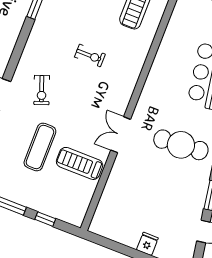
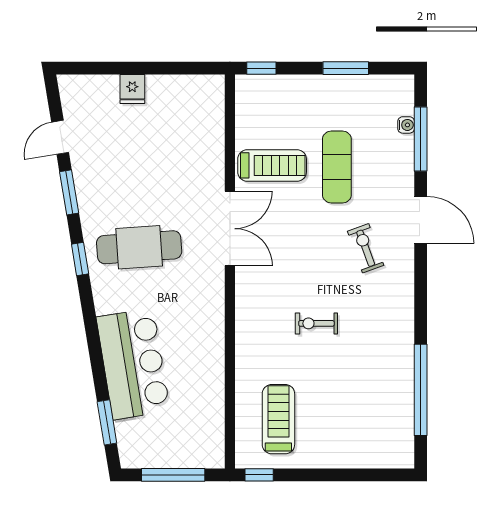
double door: (121, 135) -> (230, 229), width x1.37
window: (45, 219) -> (261, 68), moved

